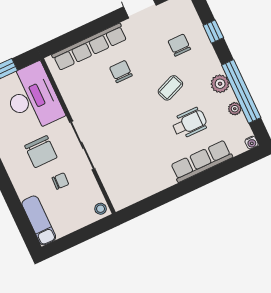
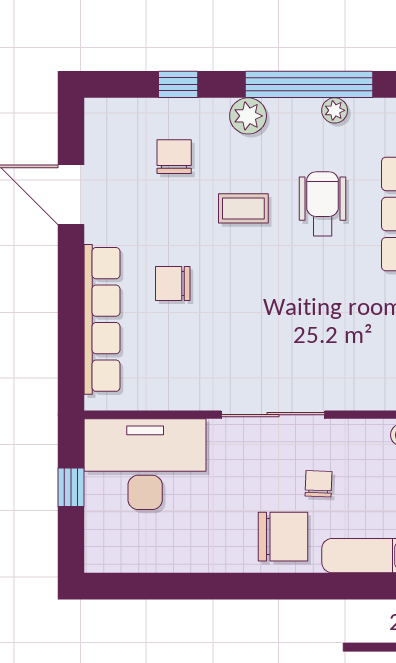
chair: (179, 45) -> (174, 157), turned 90
plant: (220, 84) -> (248, 116), moved
coffee table: (170, 88) -> (243, 208), turned -68
chair: (41, 152) -> (283, 537), moved

